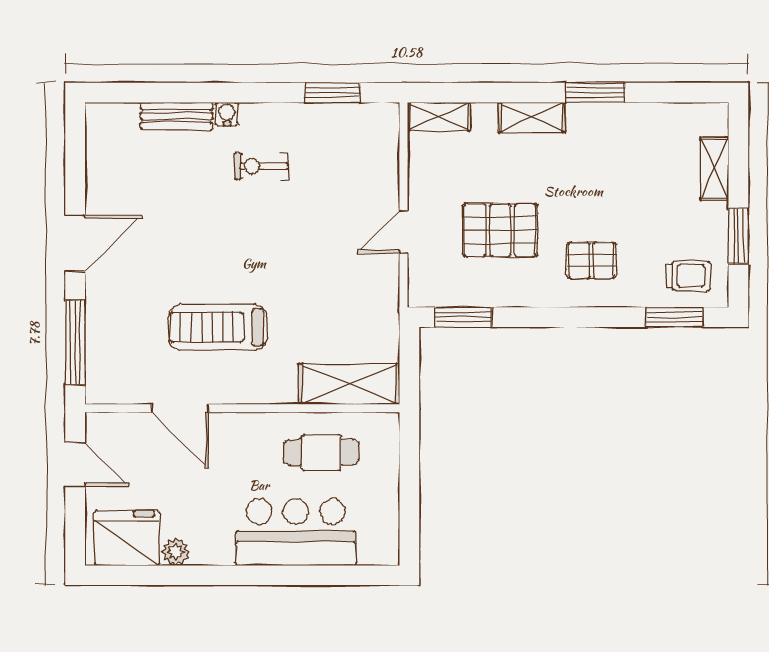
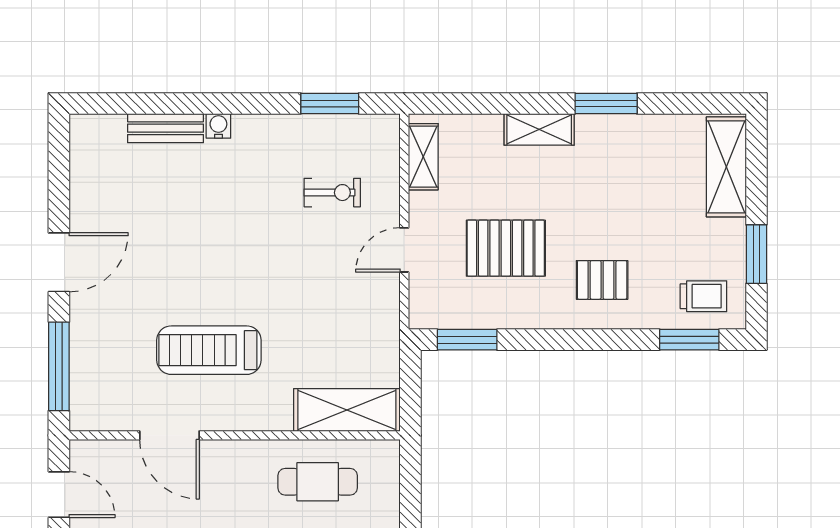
shelving: (439, 116) -> (423, 157), moved, turned 90
exercise bike: (262, 166) -> (332, 193), moved, turned 180
shelving: (714, 169) -> (726, 167), width x1.50, depth x1.33

